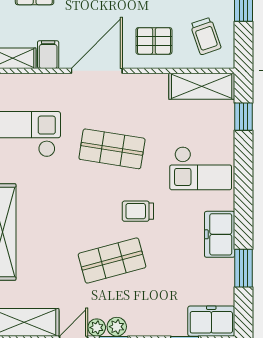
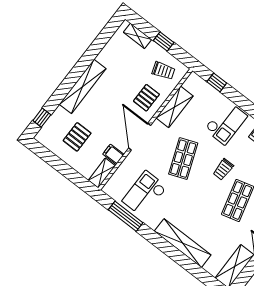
shelving: (202, 86) -> (175, 107), moved
shop shelf: (112, 149) -> (183, 159), turned -30

